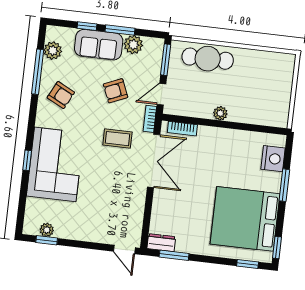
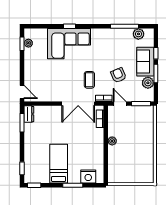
cafe table: (208, 59) -> (145, 129), removed
armchair: (61, 95) -> (112, 42), removed
bed: (245, 219) -> (59, 164), width x0.49
door: (124, 249) -> (22, 92), swing flipped

